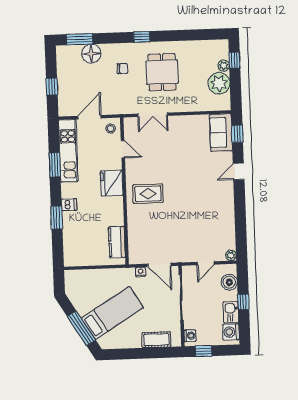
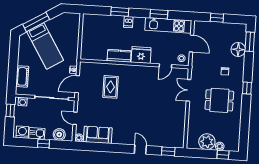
sofa: (221, 133) -> (98, 135), moved
rug: (148, 194) -> (110, 87), moved
kitchen counter: (117, 242) -> (119, 56), moved

